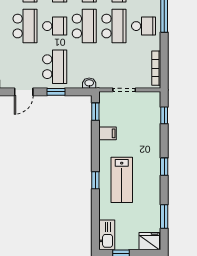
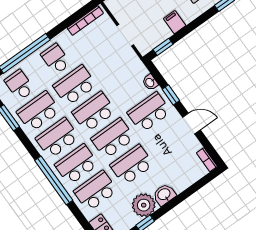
school desk: (55, 26) -> (113, 138), width x1.85
washbasin: (89, 83) -> (150, 82), moved

